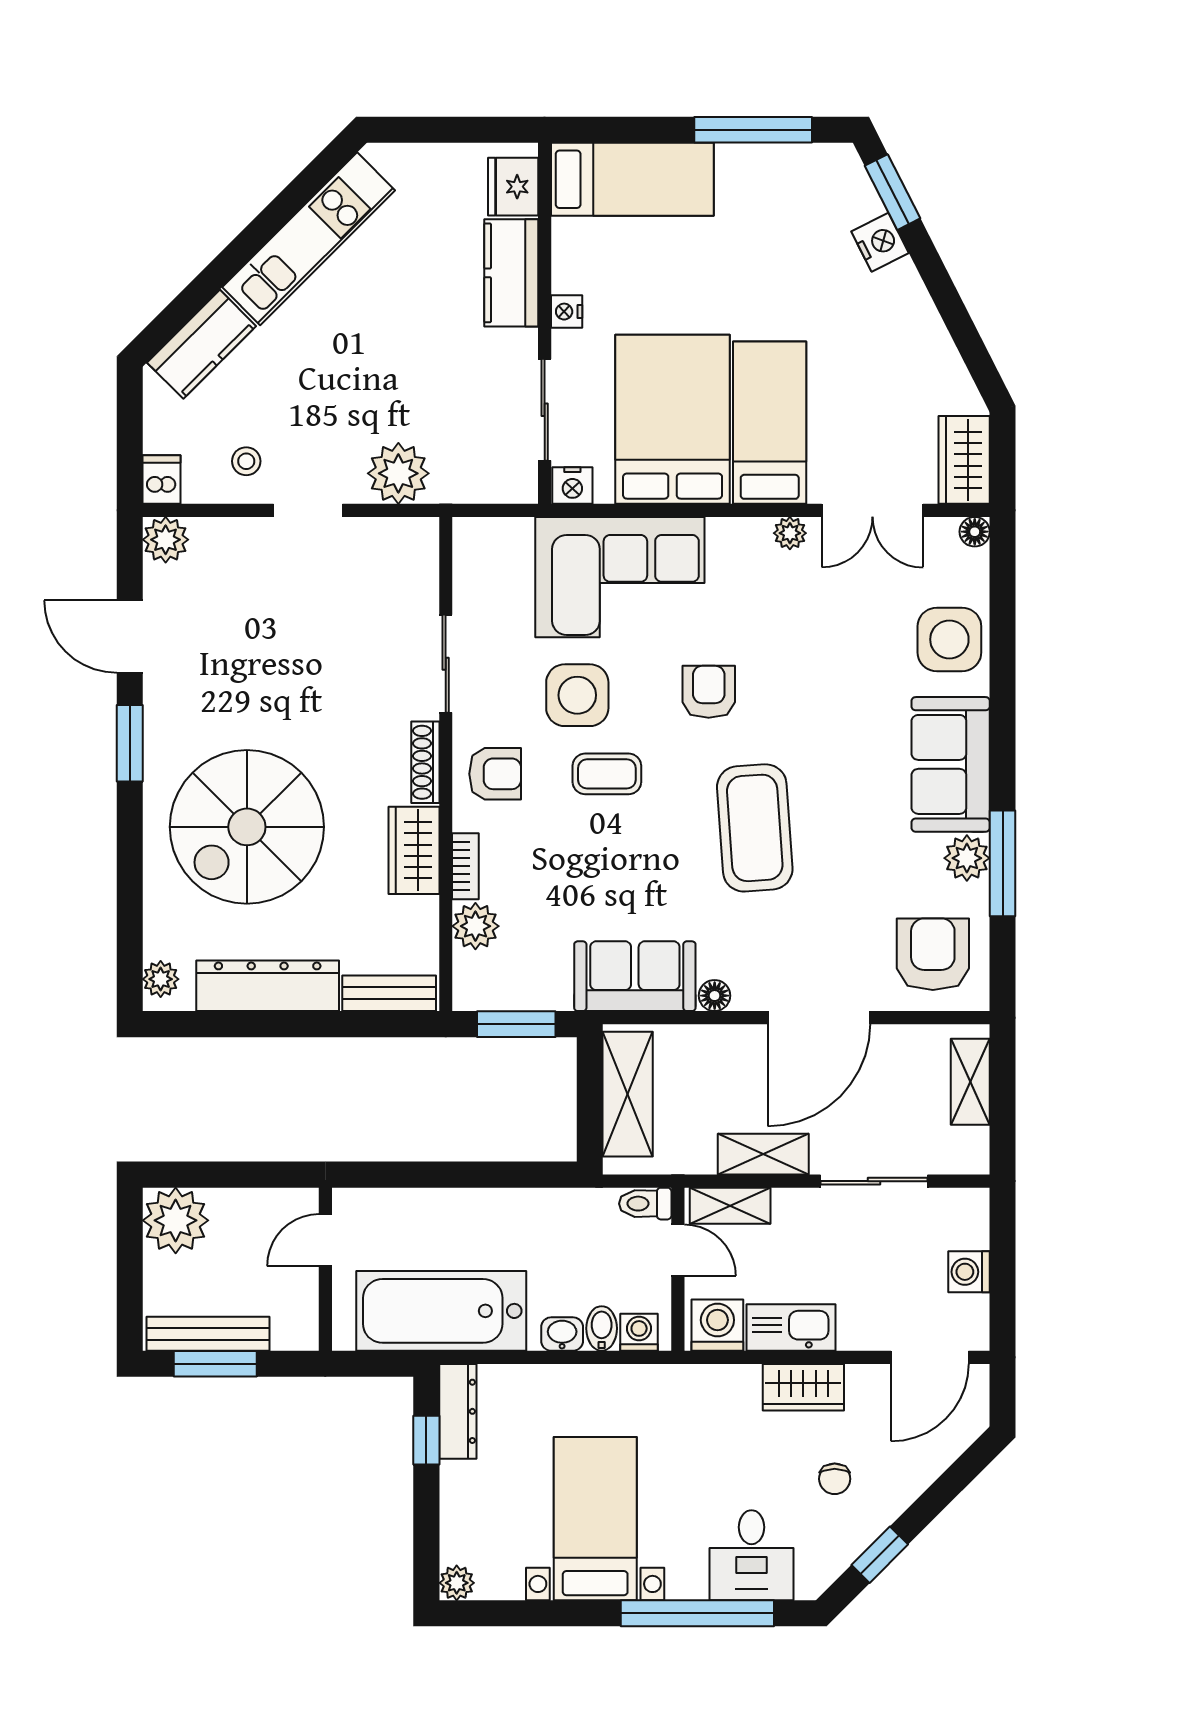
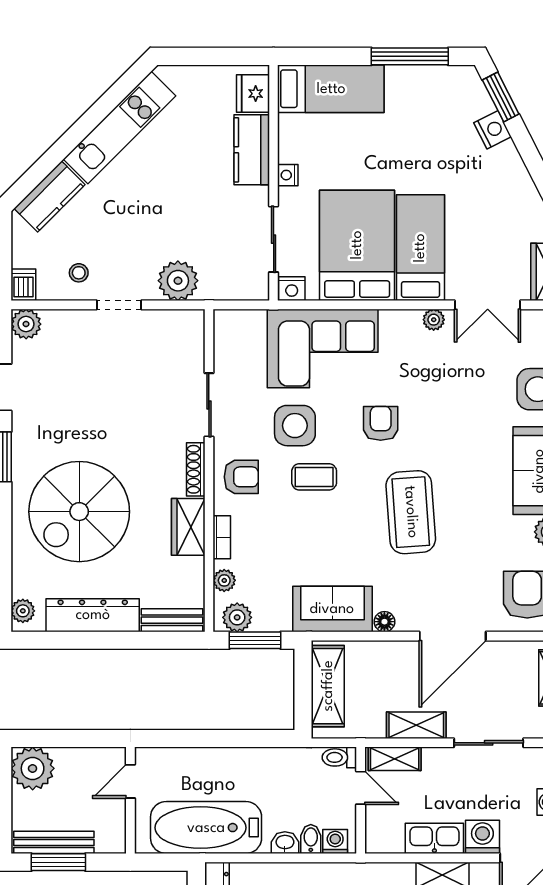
plant: (475, 926) -> (224, 580), width x0.73, depth x0.73
plant: (489, 989) -> (237, 617), added
washing machine: (717, 1325) -> (482, 837), moved

